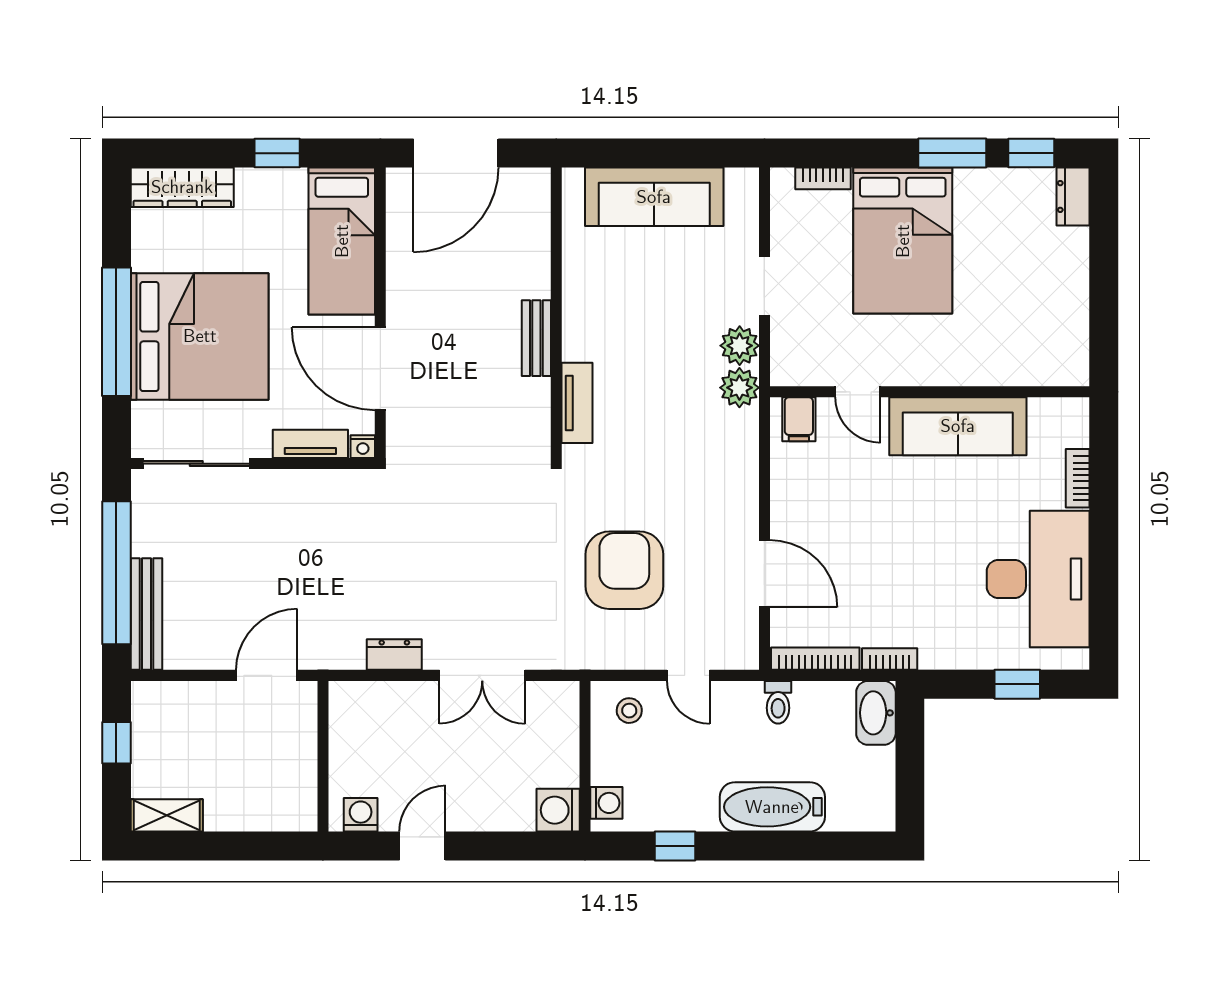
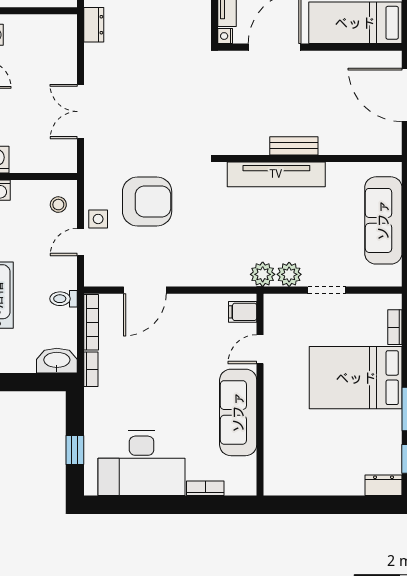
tv unit: (577, 403) -> (276, 174), width x1.92, depth x1.29
side table: (652, 648) -> (98, 219), added
dresser: (394, 655) -> (94, 25), moved

